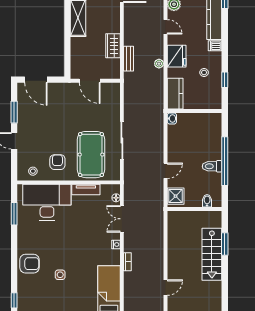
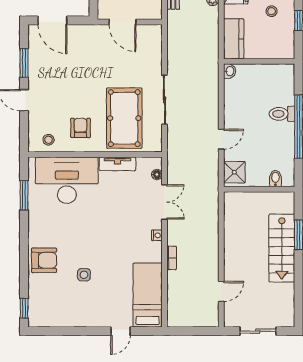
toilet: (212, 166) -> (282, 114), moved
double door: (122, 219) -> (164, 202), swing flipped

